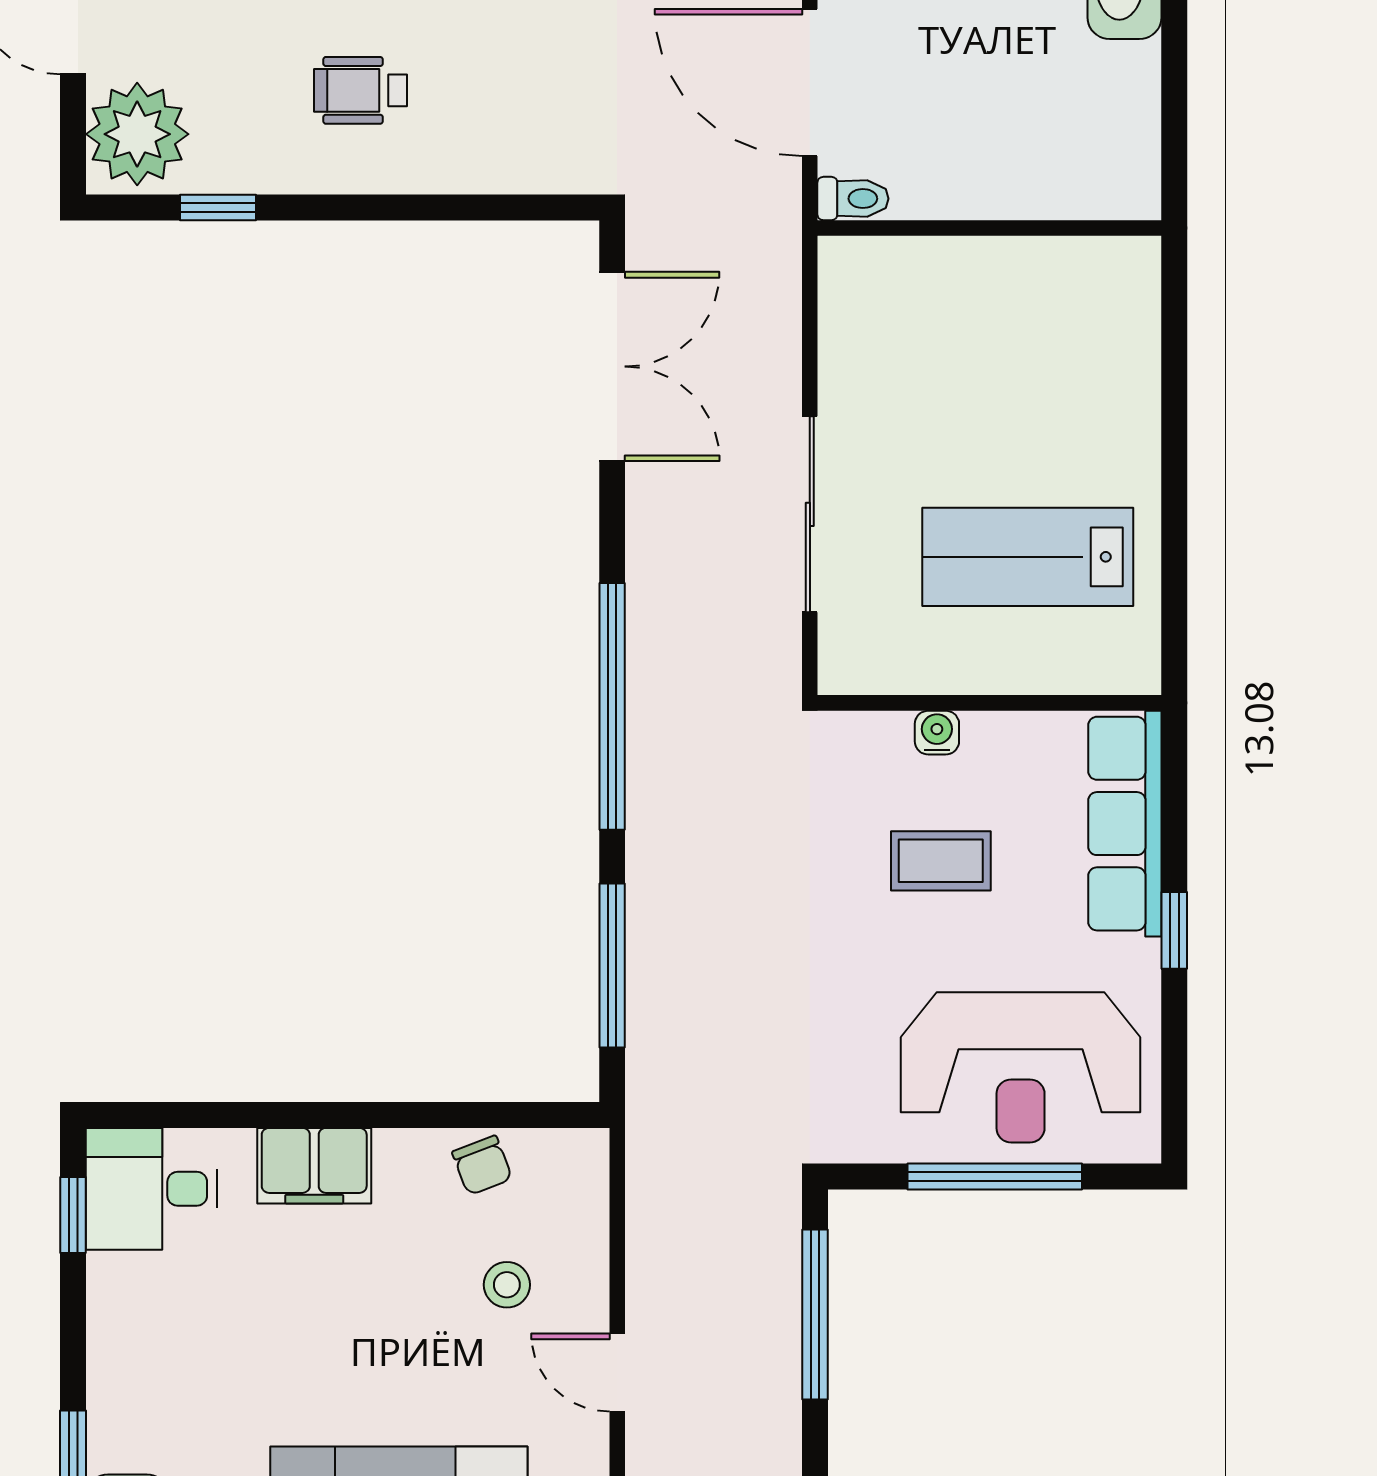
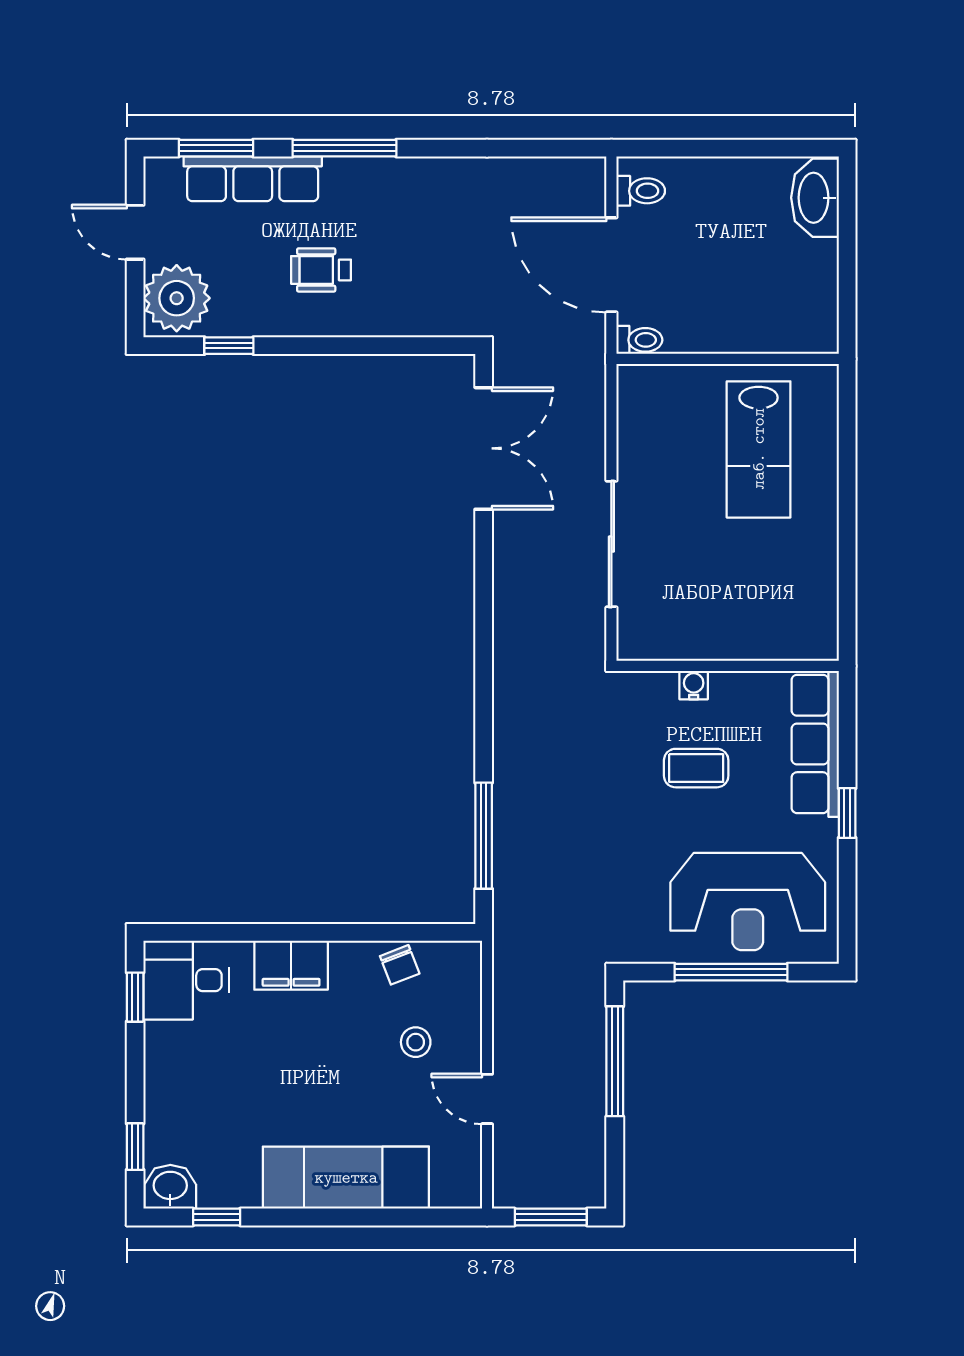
lab bench: (1028, 557) -> (759, 449), moved, turned -90
window: (612, 706) -> (484, 668), removed

